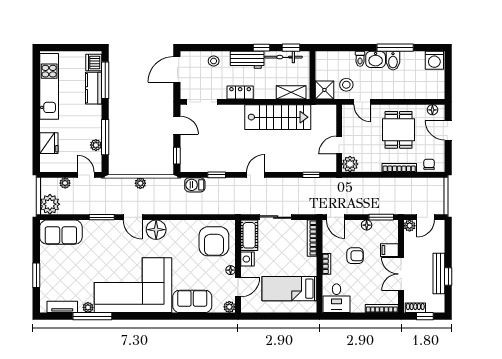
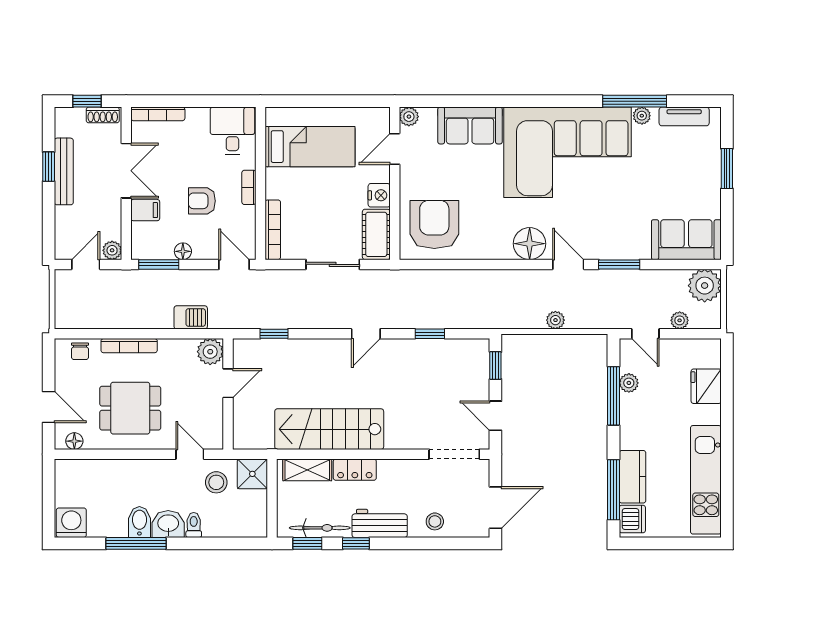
locker: (240, 92) -> (355, 470), moved
dining table: (399, 130) -> (130, 408), turned 90
barbecue: (195, 185) -> (191, 317), moved
floor lamp: (231, 270) -> (407, 177), removed

